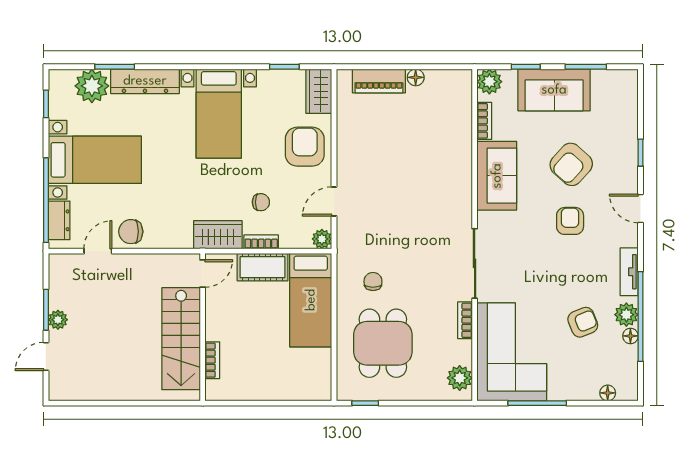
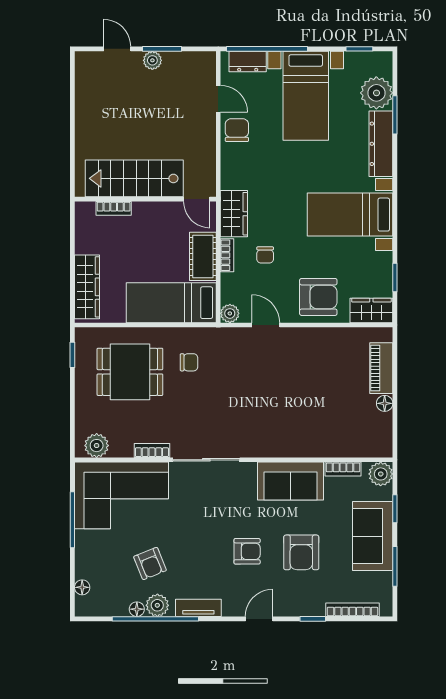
bookcase: (631, 111) -> (352, 610), added
armchair: (571, 164) -> (301, 552), turned -132
wardrobe: (294, 388) -> (87, 287), added

